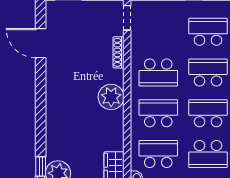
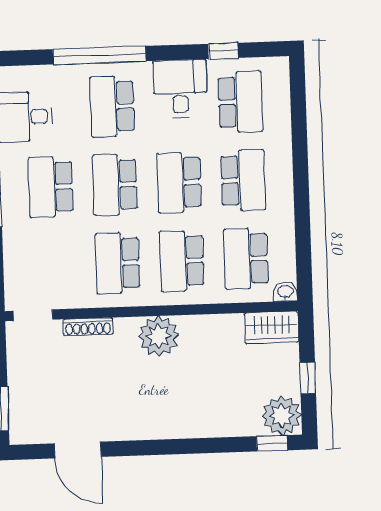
door: (41, 43) -> (78, 450), hinge flipped
school desk: (158, 73) -> (118, 263), turned 180

